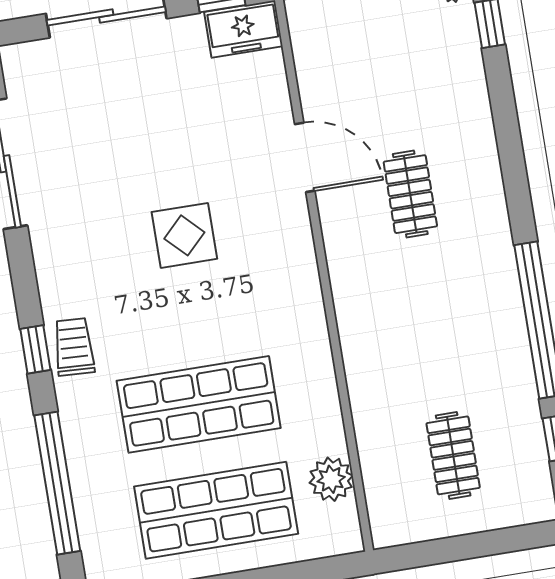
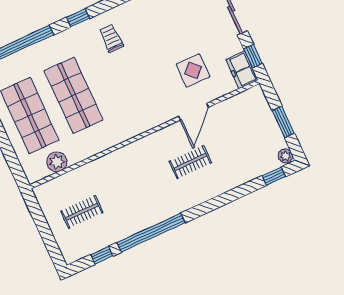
display table: (184, 235) -> (193, 70), moved
trolley: (74, 347) -> (111, 38), moved, turned -93

